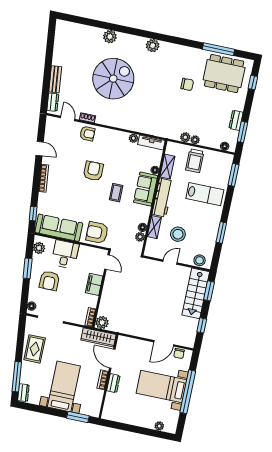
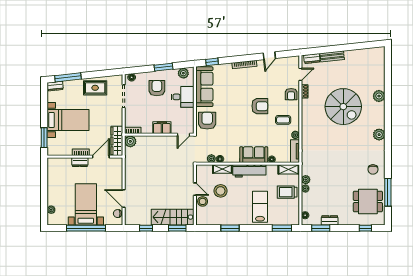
dining table: (224, 74) -> (368, 202), width x0.73
chair: (187, 84) -> (373, 169), moved
shelving: (167, 167) -> (288, 169), moved
coffee table: (116, 193) -> (283, 120), moved
lab bench: (205, 194) -> (260, 207), turned 180
stool: (200, 260) -> (203, 201), moved
armchair: (49, 281) -> (157, 88), turned 90

